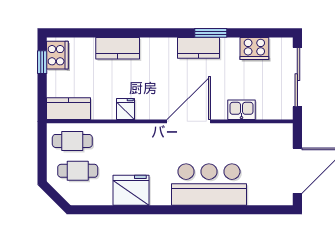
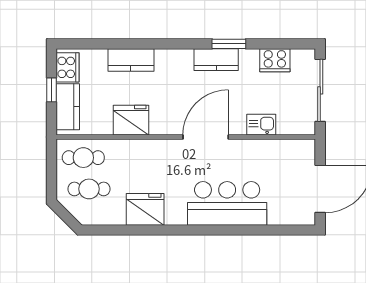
window: (42, 62) -> (52, 90), moved
kitchen counter: (68, 109) -> (68, 107), moved, turned 90
fridge: (126, 109) -> (131, 120), width x1.88, depth x1.34

